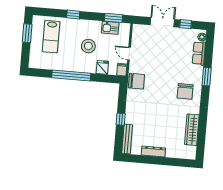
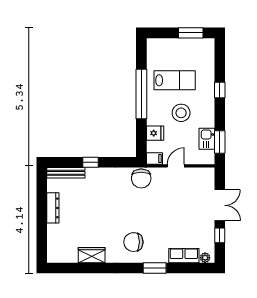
lab bench: (51, 37) -> (175, 80), moved, turned 180
wardrobe: (192, 130) -> (92, 255), width x0.67

